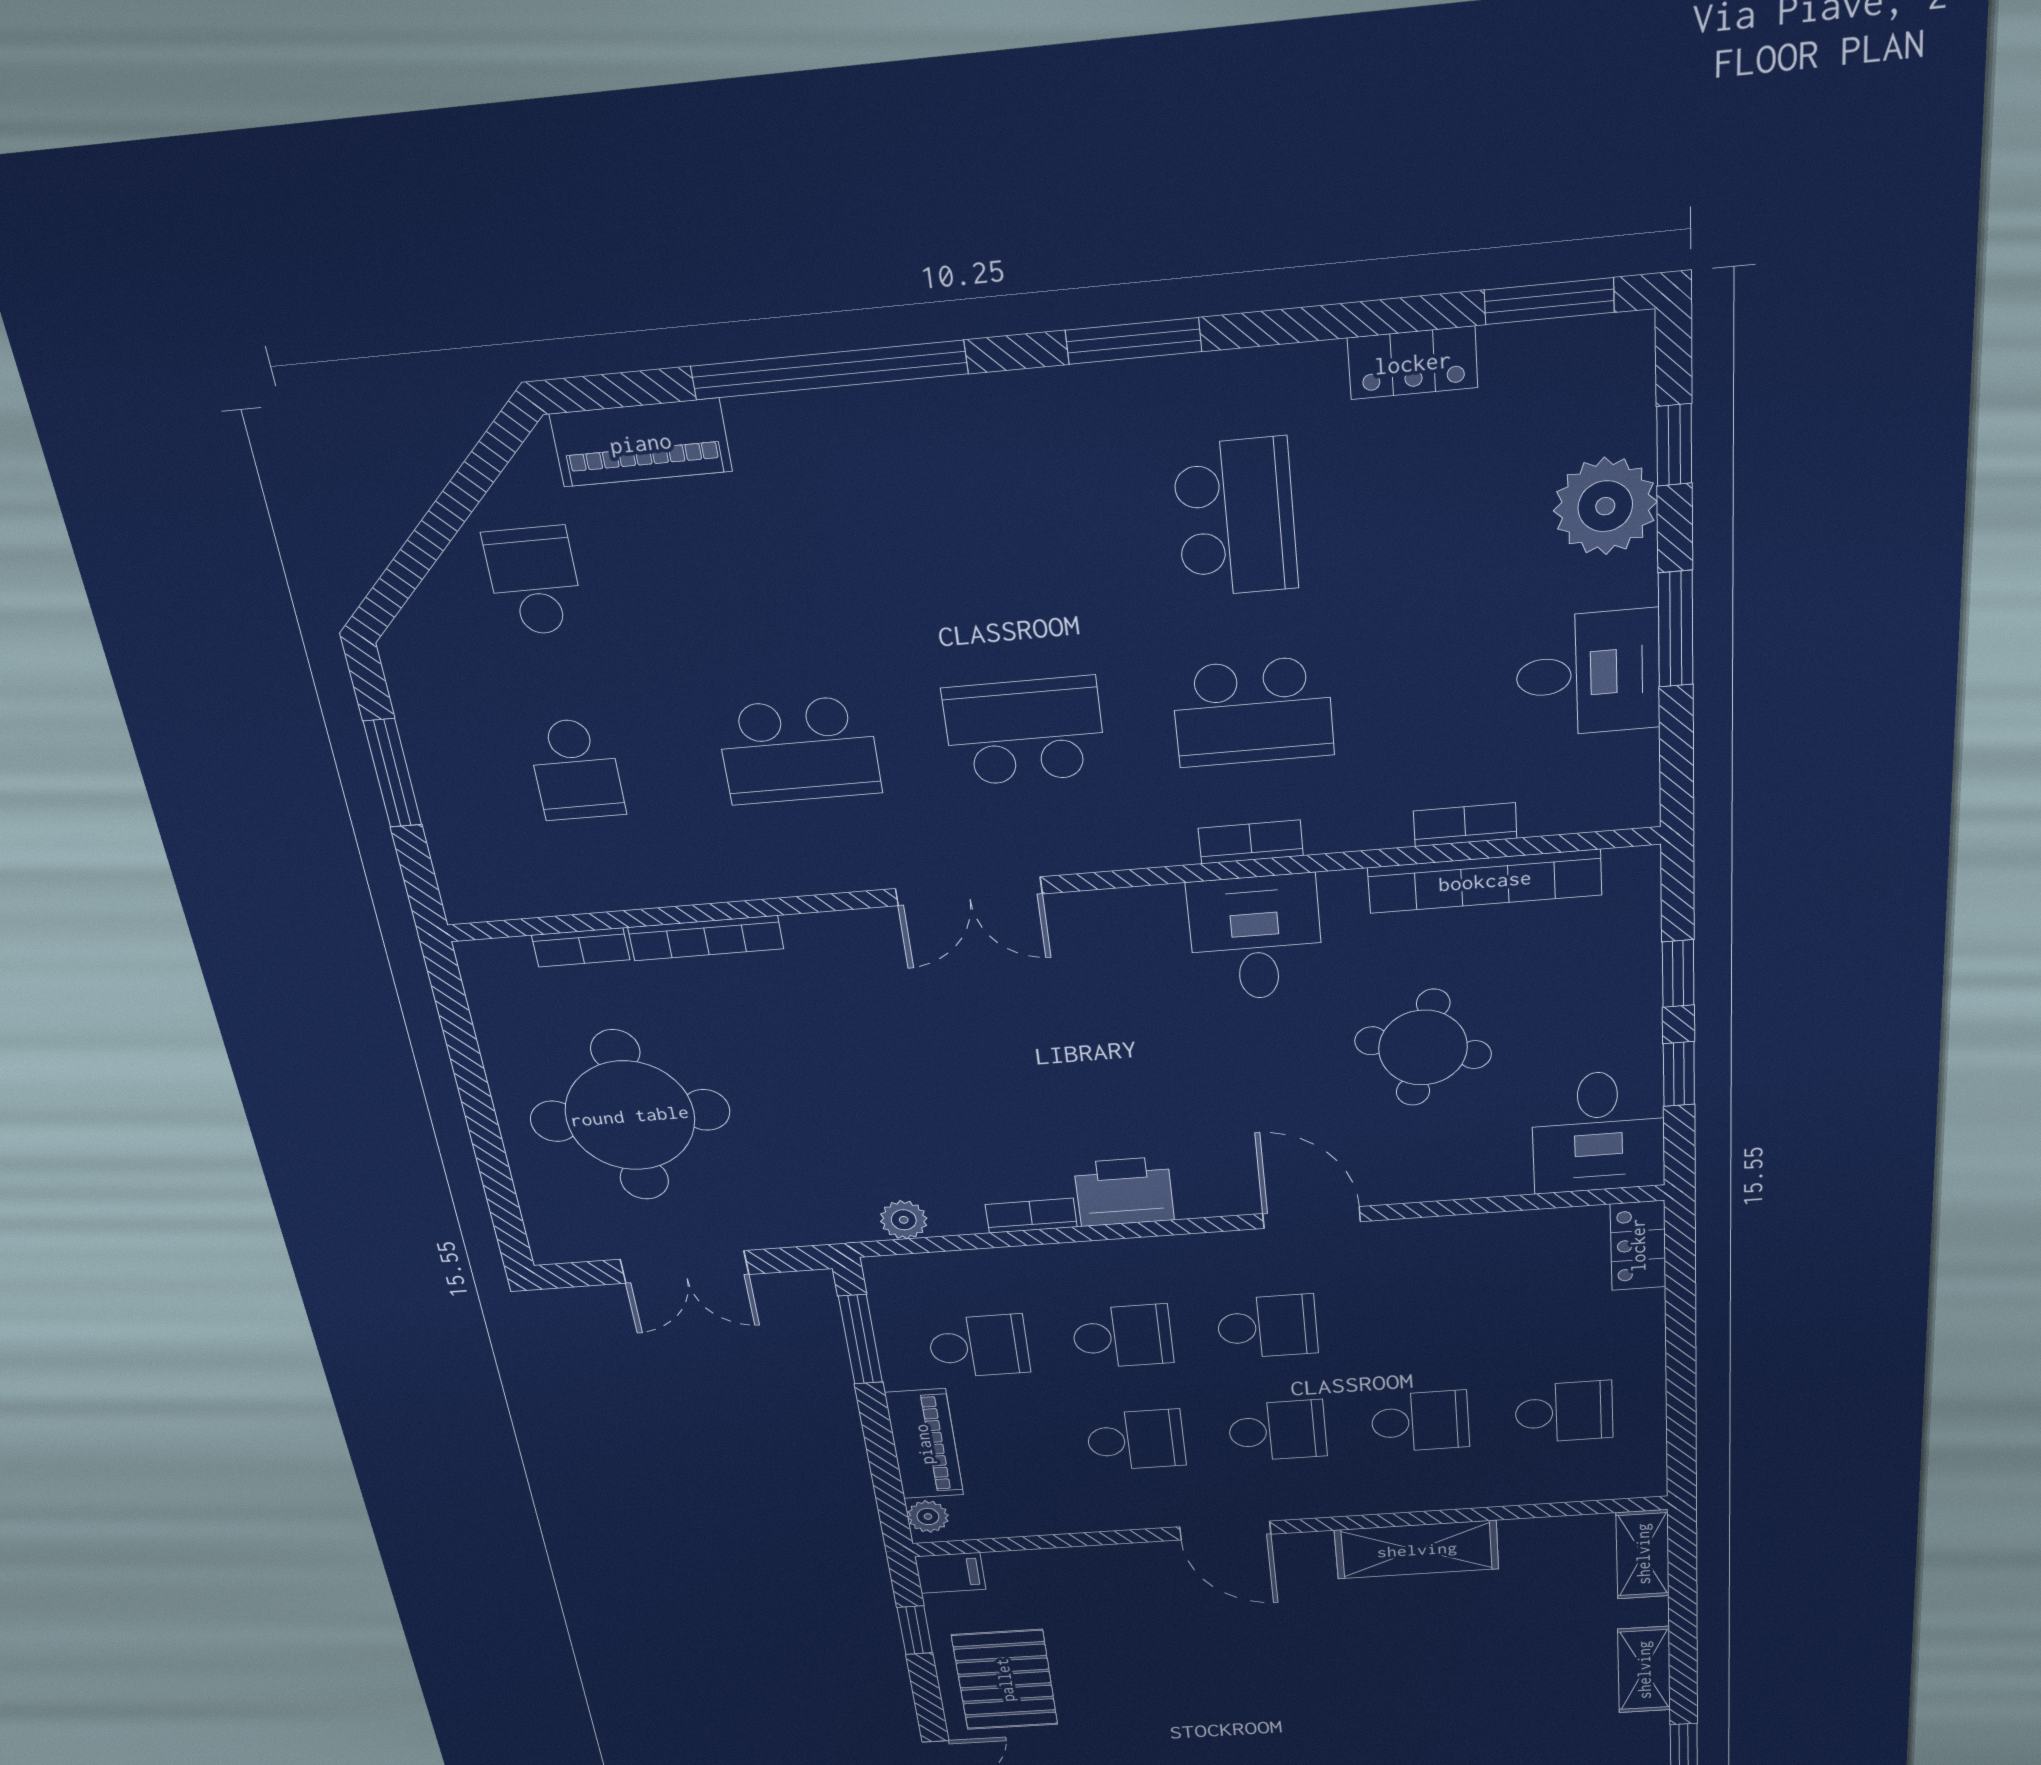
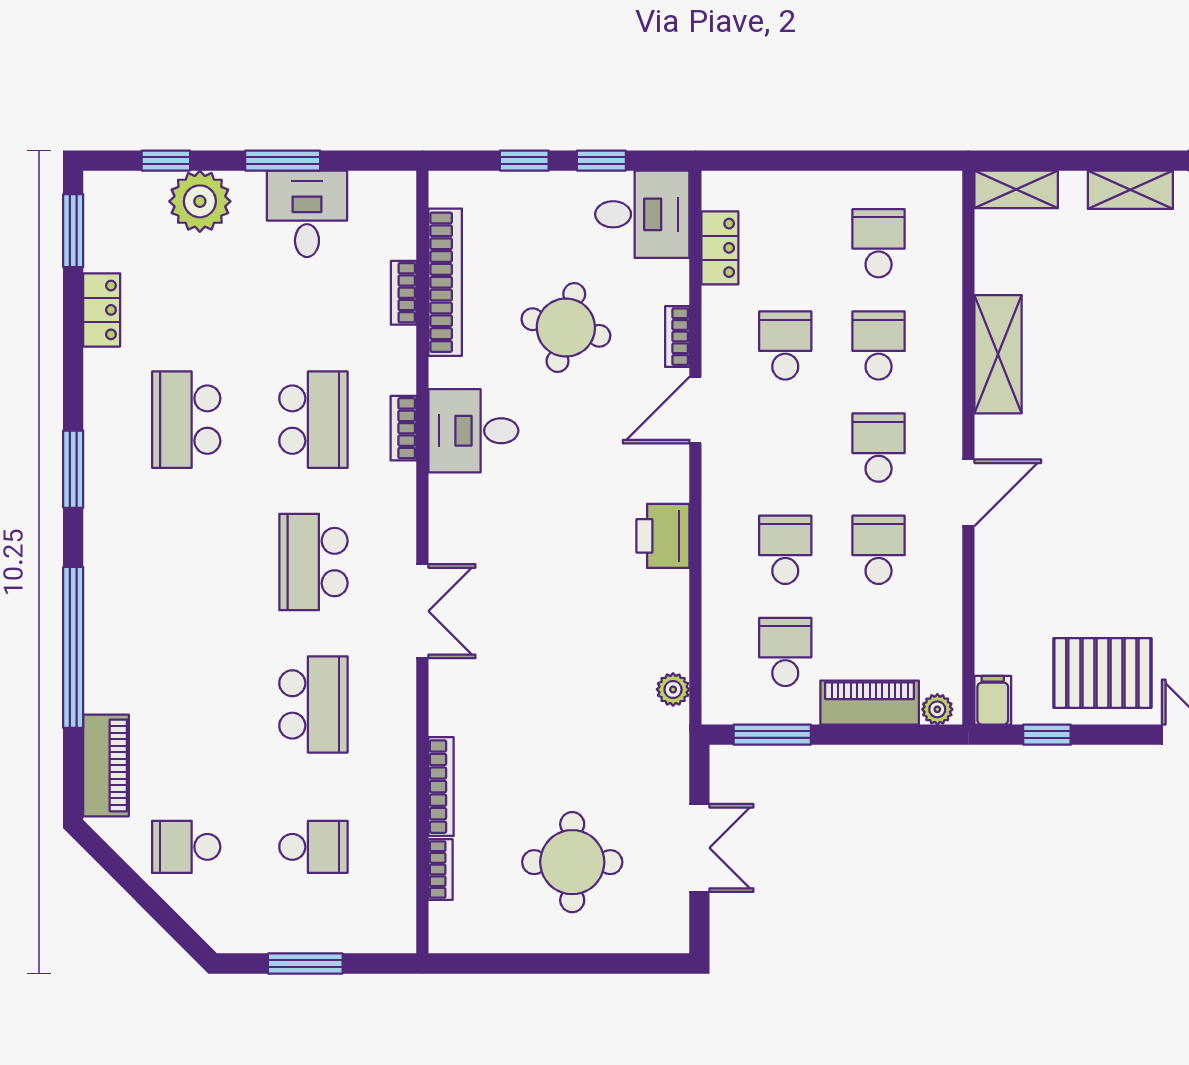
school desk: (1236, 518) -> (186, 420), turned -90
round table: (630, 1116) -> (572, 862), width x0.73, depth x0.73
bookcase: (1031, 1216) -> (677, 337), moved
locker: (1638, 1245) -> (720, 248), moved, turned -90
school desk: (1267, 1326) -> (785, 345), moved

